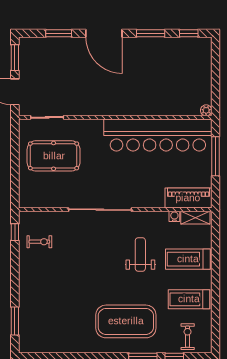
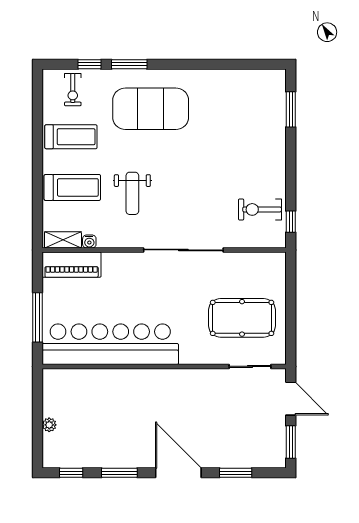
plant: (206, 110) -> (49, 425), moved
exercise bike: (39, 242) -> (260, 209), width x1.38, depth x1.39

